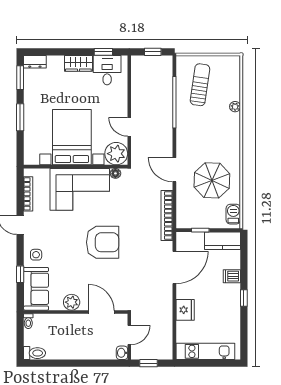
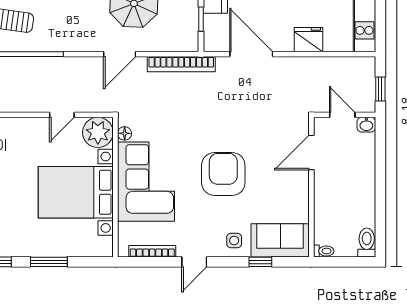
armchair: (103, 242) -> (223, 174), moved
plant: (72, 302) -> (298, 193), removed

